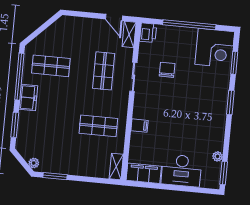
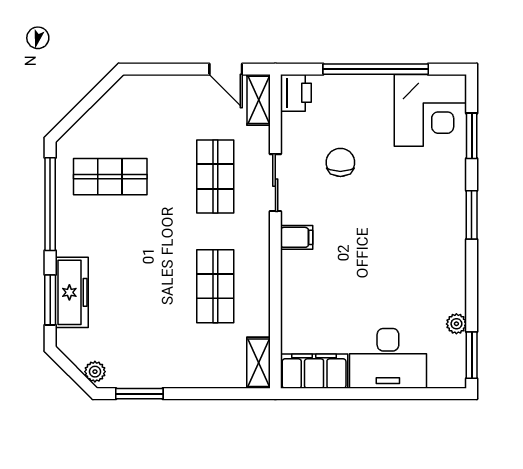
freezer: (28, 98) -> (72, 292), moved, width x1.40
shop shelf: (98, 126) -> (215, 286), turned 90
filing cabinet: (140, 126) -> (297, 237), moved

